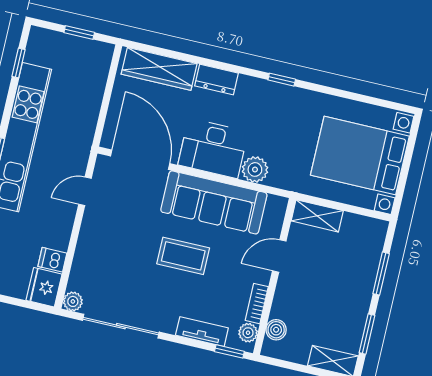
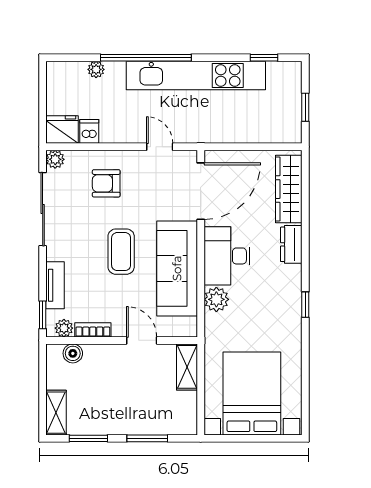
armchair: (110, 255) -> (106, 183), added

